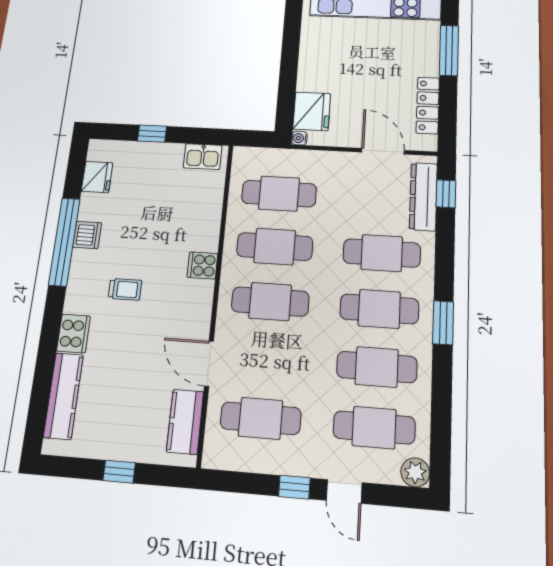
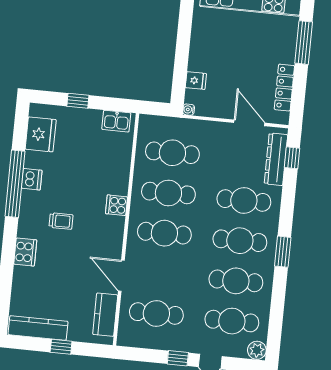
fridge: (312, 111) -> (196, 81), width x0.53, depth x0.75
fridge: (97, 177) -> (41, 134), width x1.36, depth x1.34
kitchen counter: (63, 396) -> (38, 328), moved, turned -90

